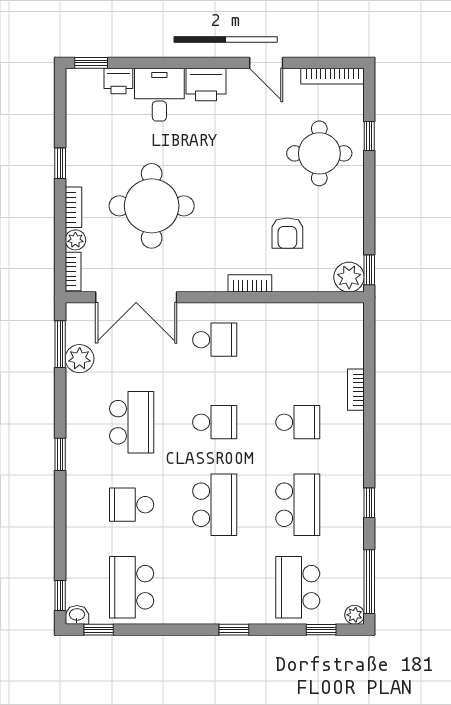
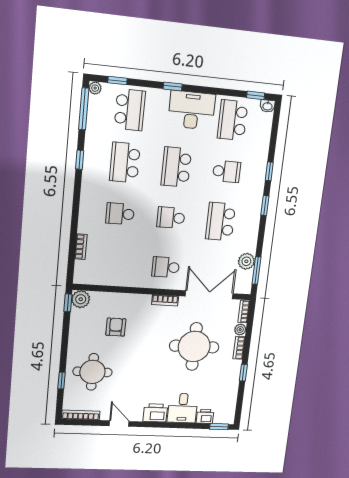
bookcase: (250, 283) -> (165, 300), moved
bookcase: (356, 390) -> (81, 247), moved
school desk: (132, 587) -> (233, 120), turned 180
window: (60, 596) -> (269, 171), moved
desk: (200, 596) -> (192, 110), added

